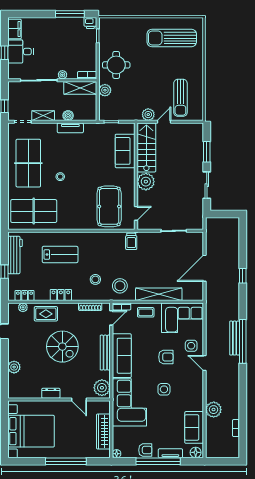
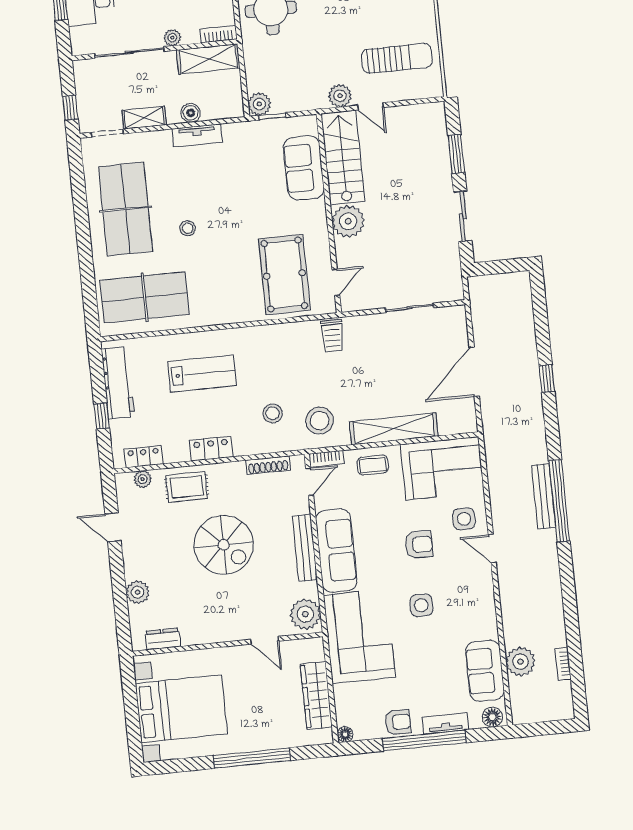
plant: (105, 90) -> (259, 104), moved
sun lounger: (180, 98) -> (397, 58), turned -90
door: (164, 122) -> (371, 106), swing flipped
dresser: (51, 393) -> (163, 639), moved
plant: (214, 410) -> (521, 662), moved

